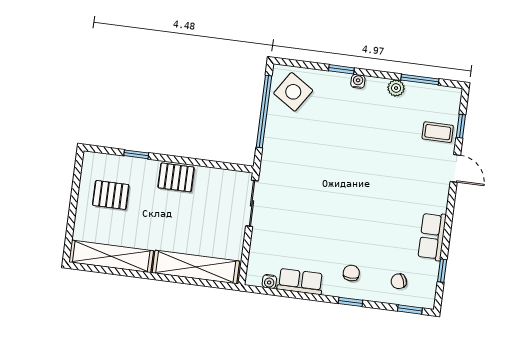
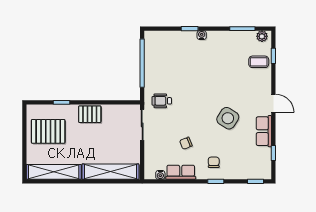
plant: (396, 88) -> (262, 36), moved
side table: (293, 92) -> (228, 118), moved
door: (455, 168) -> (273, 103), moved
wheelchair: (286, 171) -> (162, 101), added
pallet: (111, 195) -> (48, 131), width x1.50, depth x1.42
chair: (399, 281) -> (186, 143), moved

